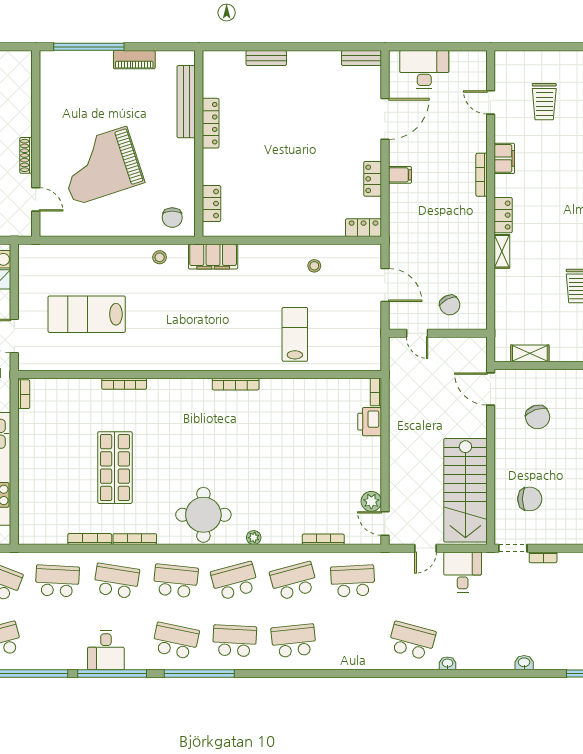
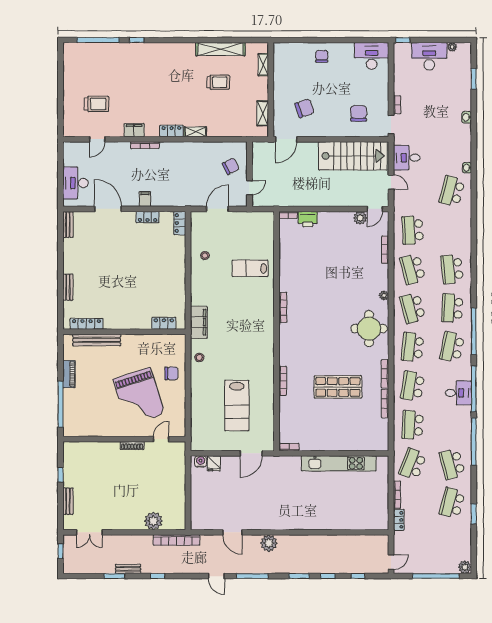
locker: (211, 123) -> (87, 324), moved
chair: (172, 218) -> (171, 373), moved

